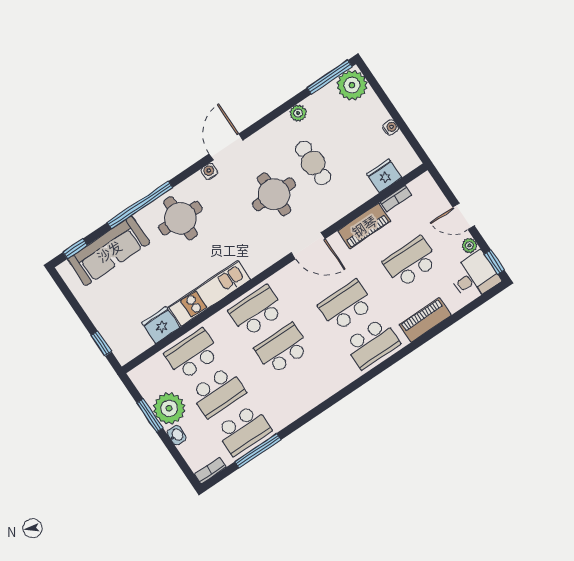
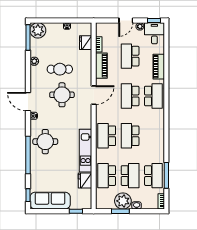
sofa: (109, 251) -> (50, 201), moved, turned -90

